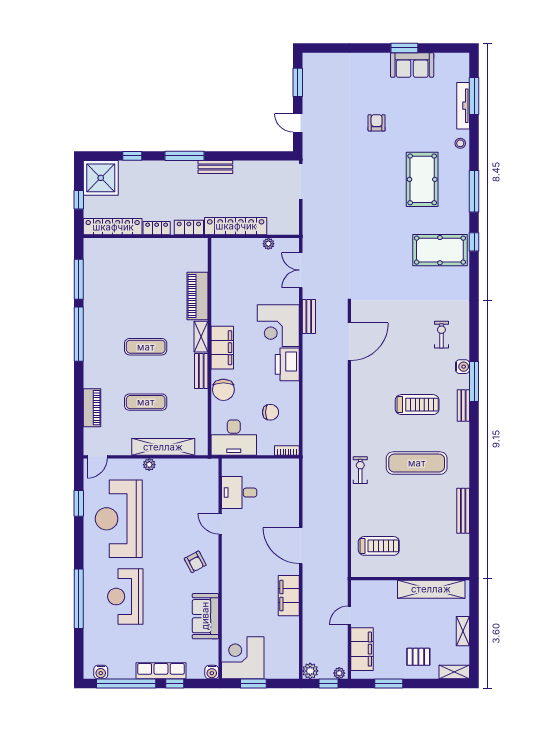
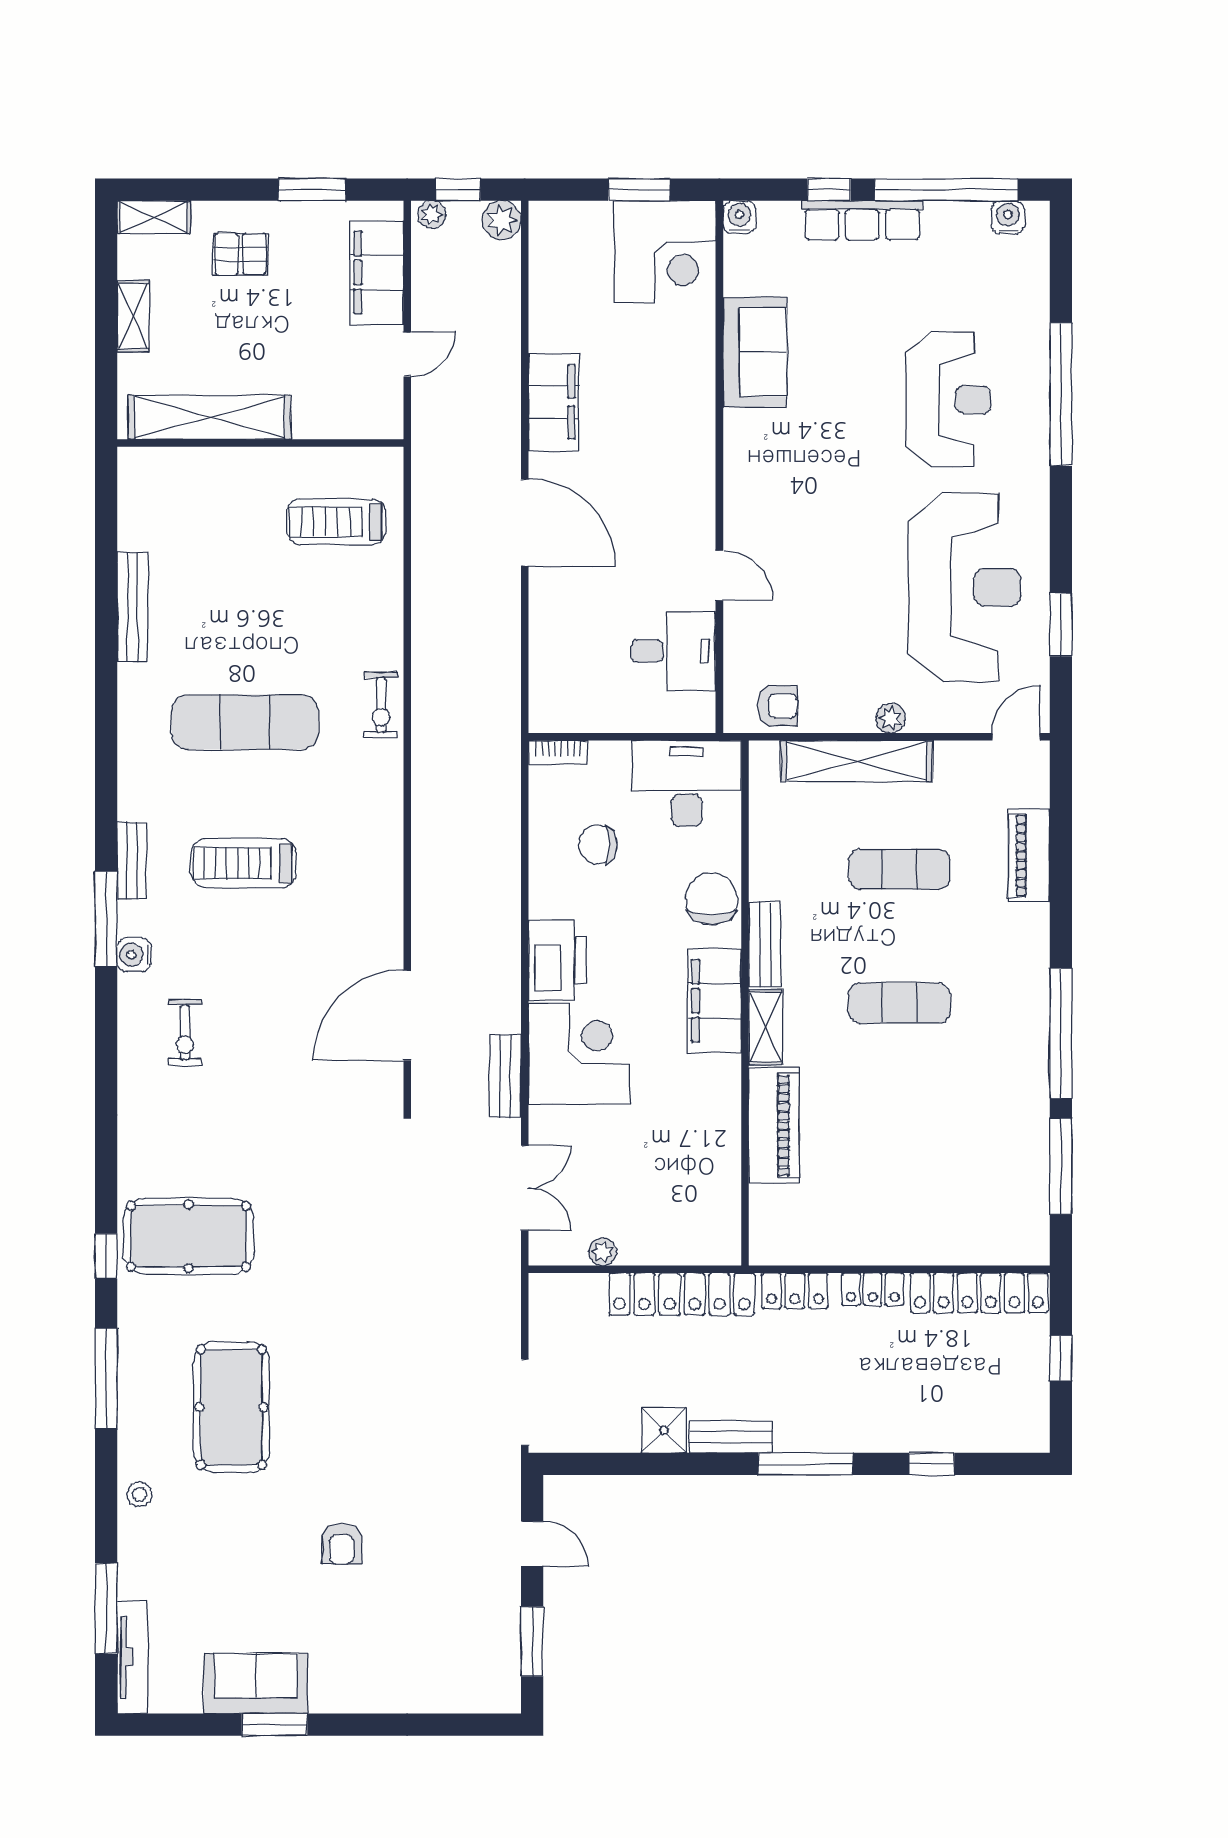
tv unit: (463, 106) -> (132, 1657), moved
shower: (101, 178) -> (664, 1430), moved, width x0.54, depth x0.54
armchair: (195, 562) -> (777, 706), moved, turned 118

